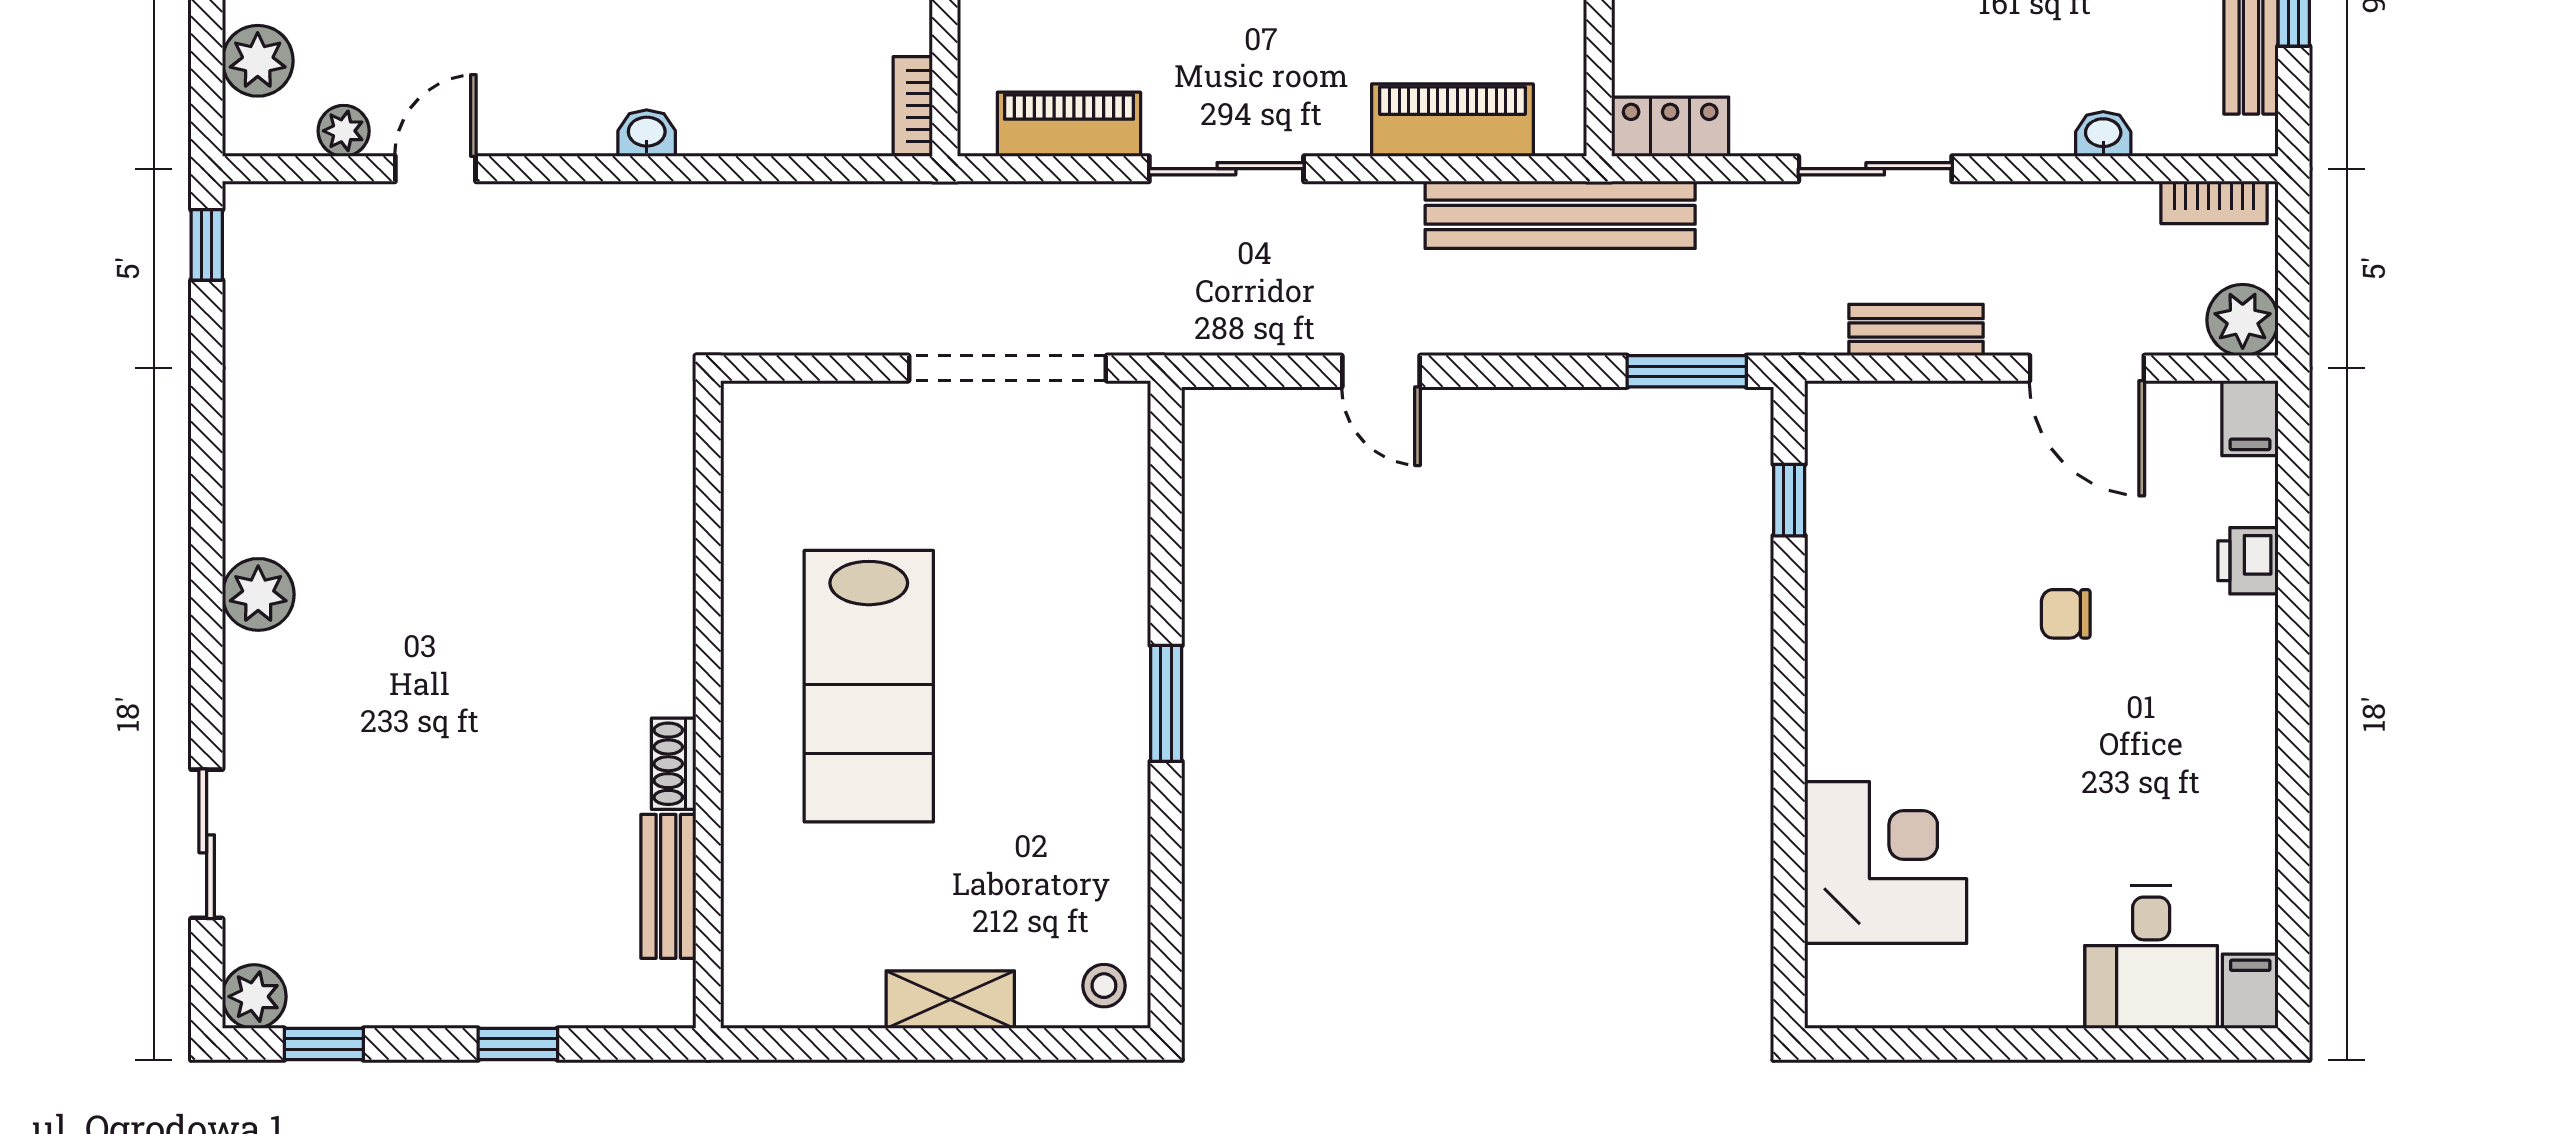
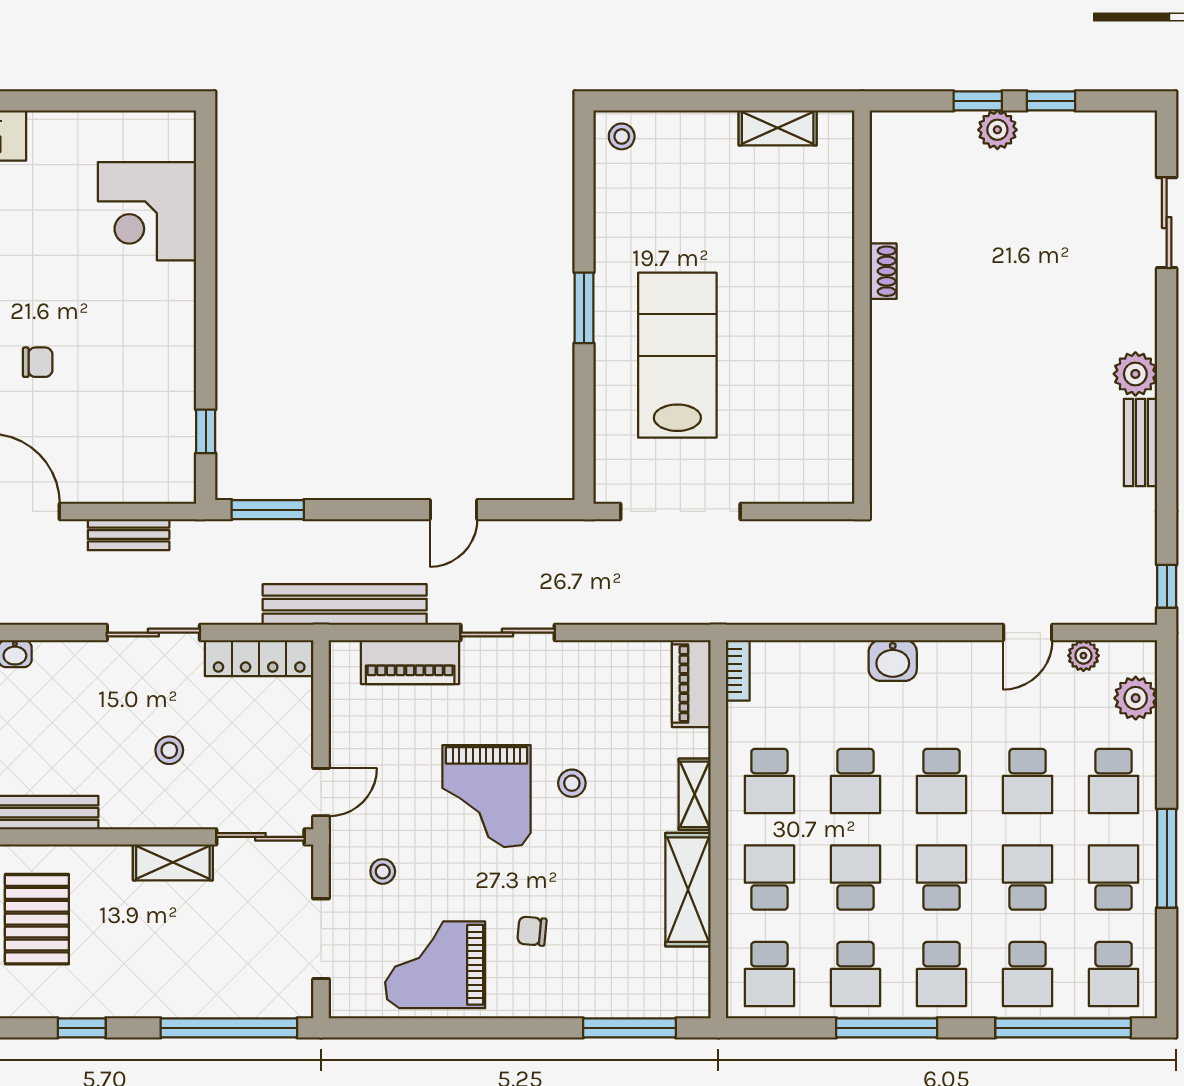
piano: (1069, 124) -> (691, 684), moved, turned 90
locker: (1670, 127) -> (259, 658), width x1.53
washbasin: (647, 133) -> (893, 661), width x1.38, depth x1.45
sliding door: (1226, 169) -> (508, 633), moved
door: (1381, 371) -> (454, 510), swing flipped
lab bench: (869, 686) -> (677, 355), moved
bench: (668, 886) -> (1140, 443), moved
plant: (254, 997) -> (997, 130), moved
shelving: (950, 1000) -> (778, 128), moved
window: (324, 1044) -> (1051, 101), moved

